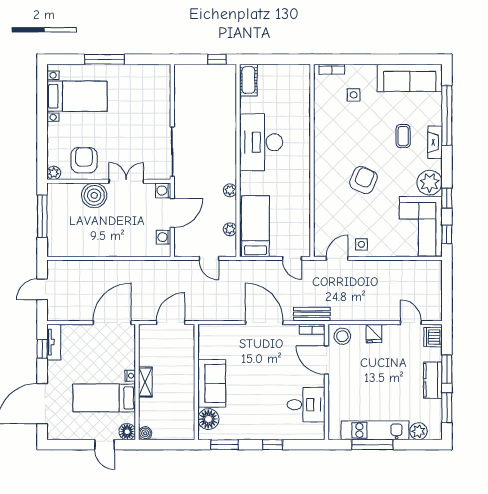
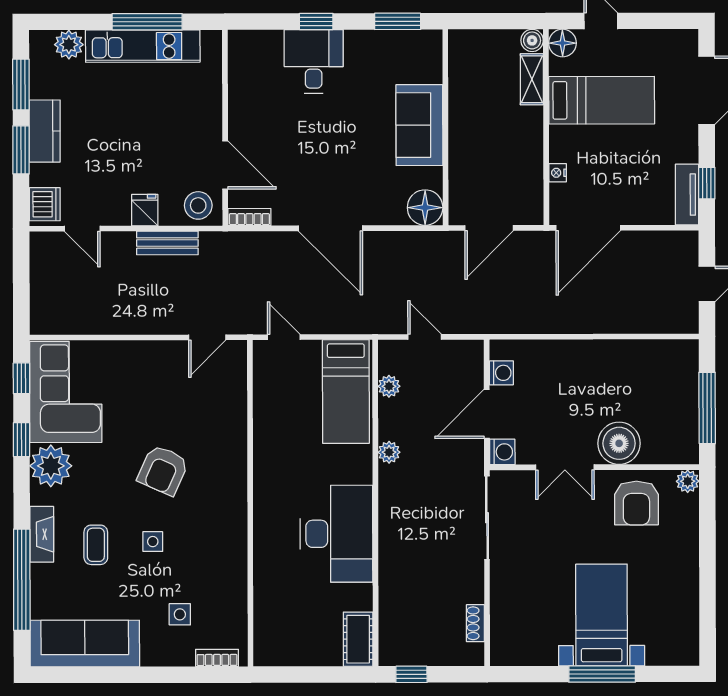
shoe rack: (179, 89) -> (475, 623), added
bed with nightstands: (77, 96) -> (602, 615), moved, turned 90
side table: (361, 244) -> (153, 542), moved
bench: (312, 314) -> (167, 243), moved
nightstand: (130, 376) -> (558, 173), moved
shelving: (145, 382) -> (532, 79), moved
desk: (306, 405) -> (314, 61), moved, turned 90
floor lamp: (208, 419) -> (425, 208), moved

